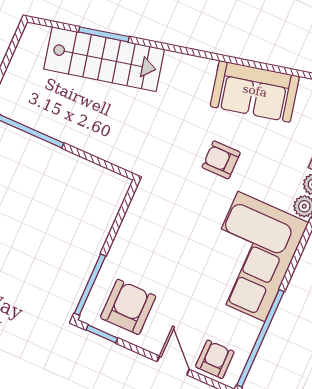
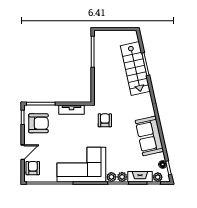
armchair: (221, 160) -> (105, 120), moved
tv unit: (130, 227) -> (71, 110), added
armchair: (215, 359) -> (33, 168), turned -90

